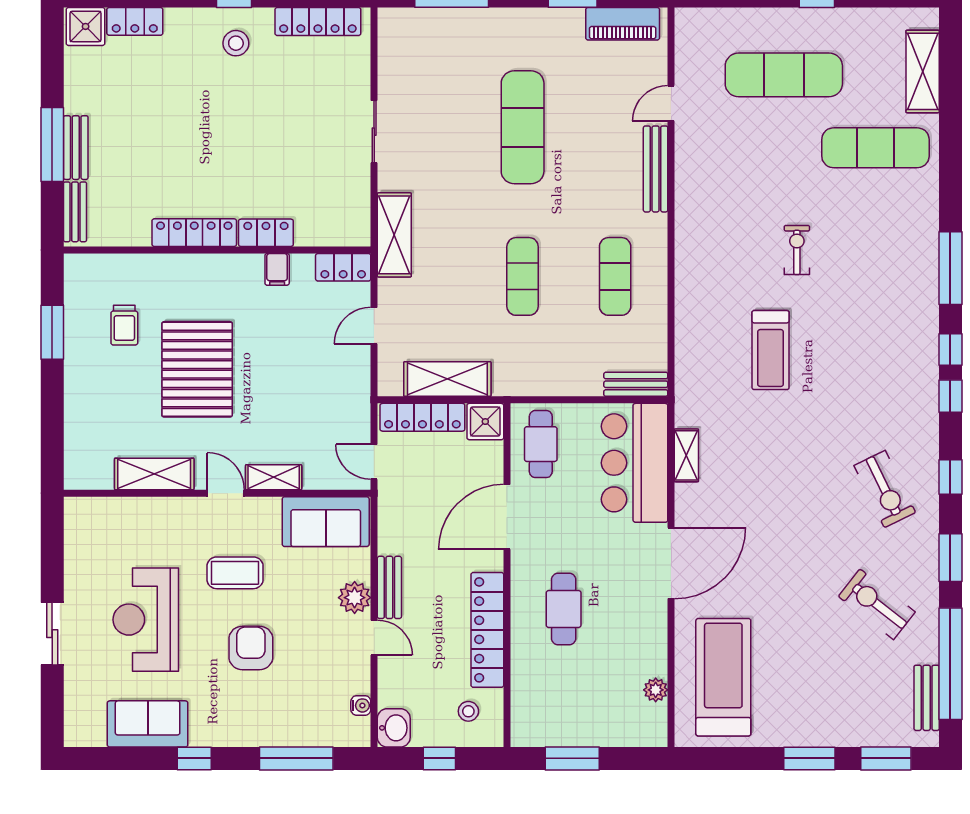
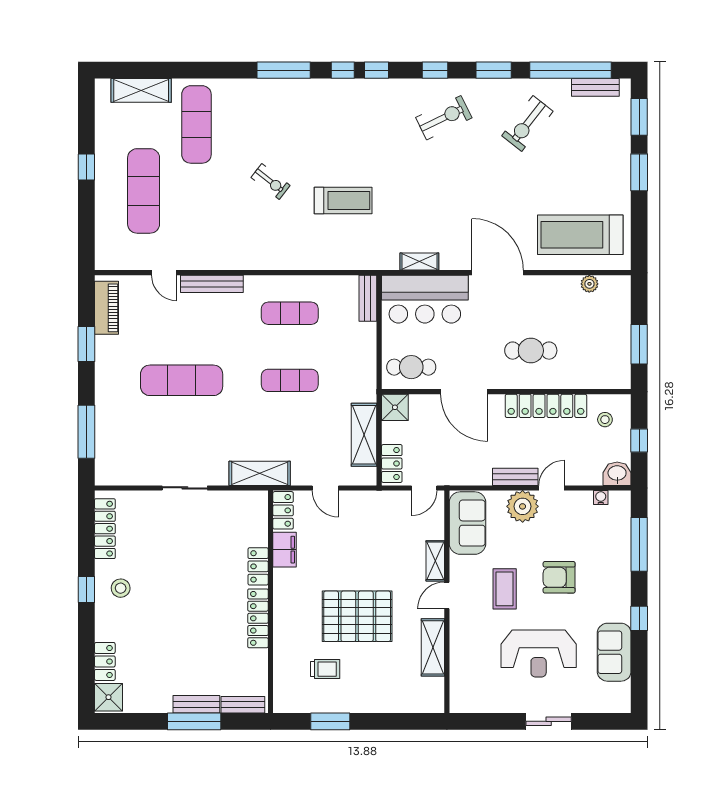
exercise bike: (797, 250) -> (271, 181), turned -142
filing cabinet: (277, 269) -> (285, 550), width x2.00
locker: (422, 417) -> (392, 464), width x0.66
plant: (355, 598) -> (523, 506), width x1.36, depth x1.36

